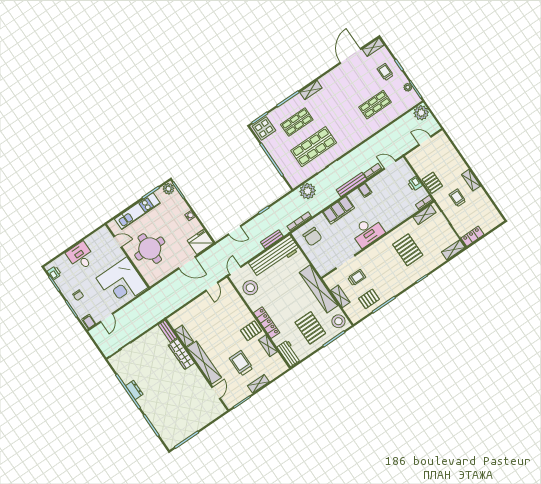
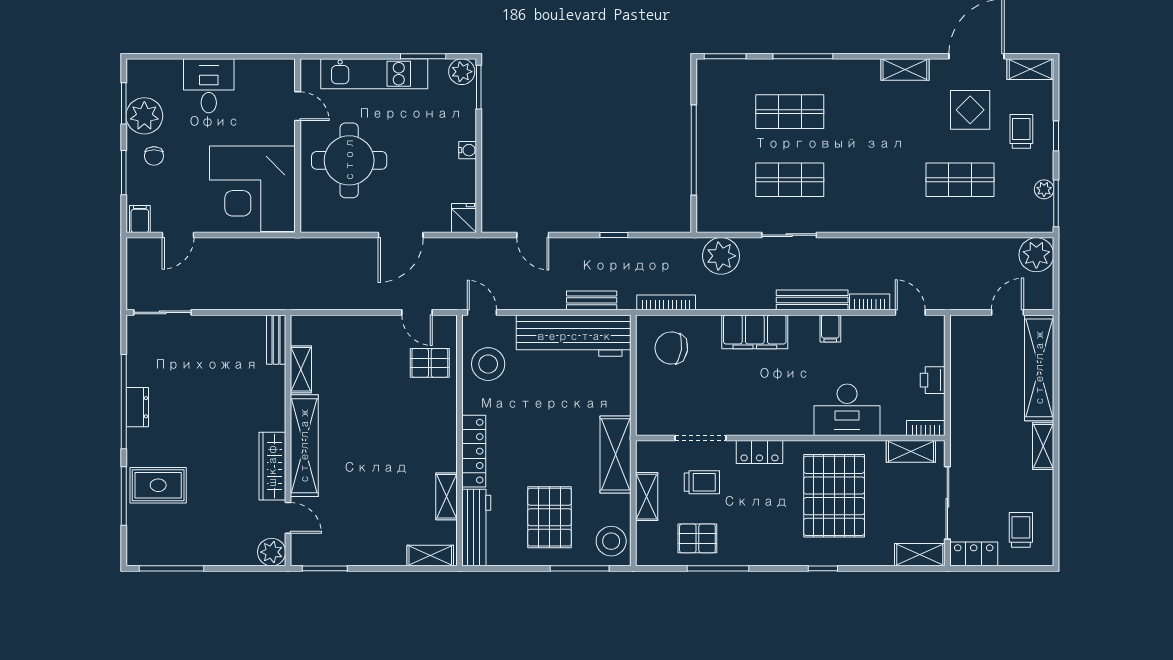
shelving: (311, 90) -> (905, 70), moved
display table: (264, 128) -> (970, 110), moved
door: (425, 141) -> (1007, 312), hinge flipped
shop shelf: (314, 147) -> (790, 180), width x0.70, depth x0.74
shelving: (450, 153) -> (1039, 368), added
pallet: (432, 183) -> (967, 401), removed
trolley: (457, 198) -> (1021, 530), moved
desk: (368, 232) -> (847, 410), moved
chair: (312, 237) -> (671, 348), turned 98
fridge: (200, 242) -> (464, 218), width x0.53, depth x0.75
pallet: (408, 250) -> (834, 496), width x1.37, depth x1.41
locker: (370, 252) -> (759, 452), added
door: (187, 263) -> (401, 235), hinge flipped
door: (235, 271) -> (482, 312), hinge flipped
printer: (54, 273) -> (138, 83), removed
plant: (65, 283) -> (144, 116), added
door: (212, 287) -> (417, 312), hinge flipped
shelving: (319, 289) -> (615, 454), width x0.68
pallet: (251, 331) -> (430, 363), moved
workbench: (289, 353) -> (476, 527), width x1.38
wardrobe: (181, 354) -> (272, 466), moved
trolley: (241, 363) -> (373, 494), removed
shelving: (258, 384) -> (430, 556), moved
door: (216, 393) -> (288, 518), hinge flipped
plant: (219, 409) -> (272, 552), added
rug: (161, 413) -> (158, 485), added

